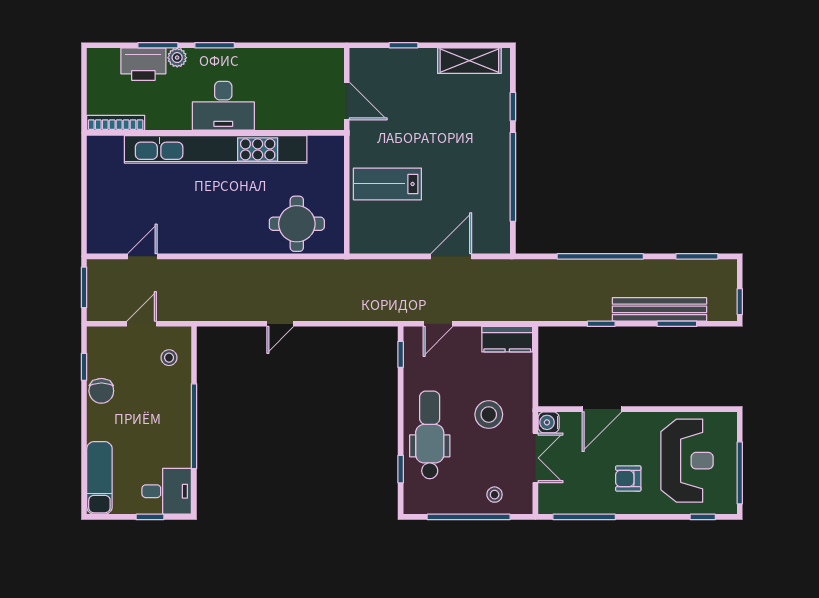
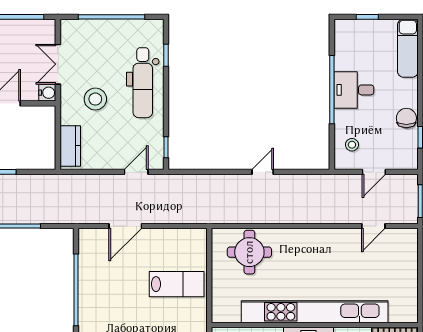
kitchen counter: (507, 339) -> (70, 146), moved, turned 90
desk: (167, 491) -> (354, 90), moved
stool: (495, 495) -> (91, 35), removed

